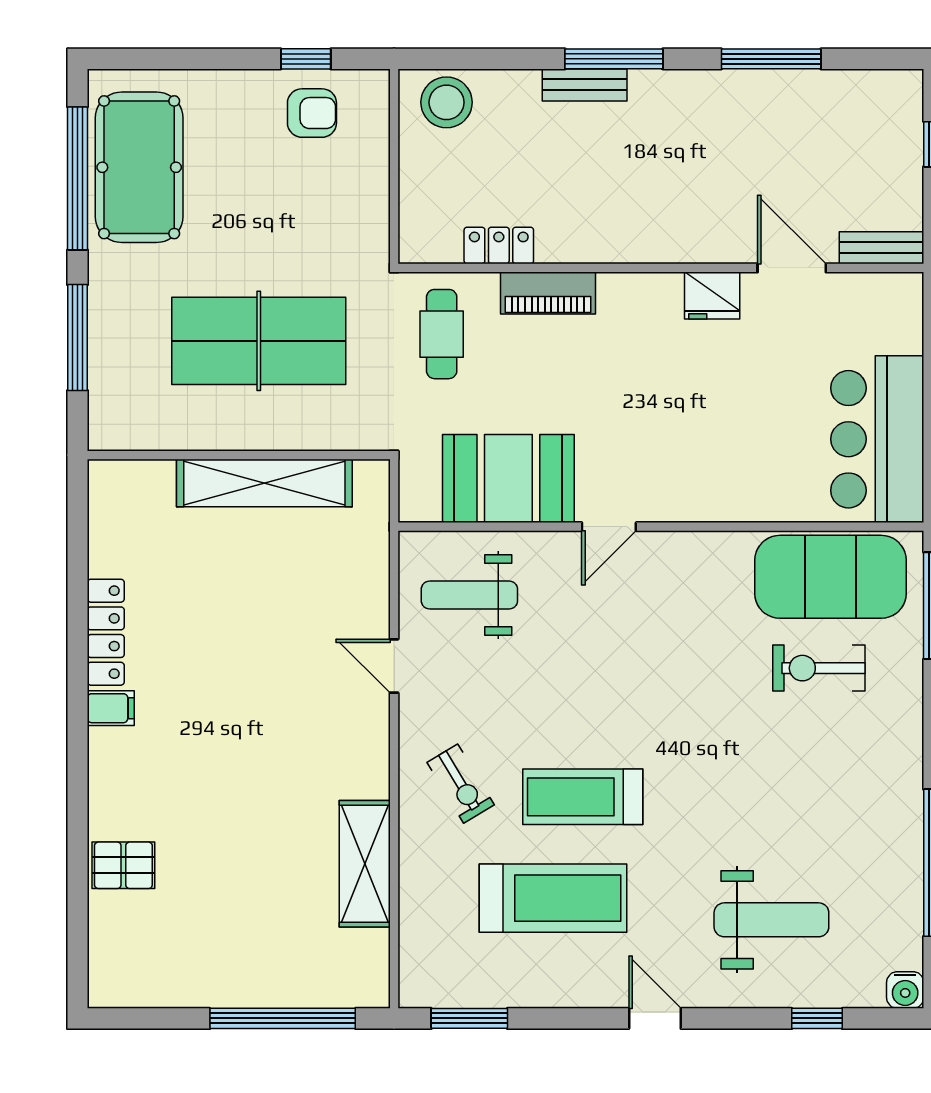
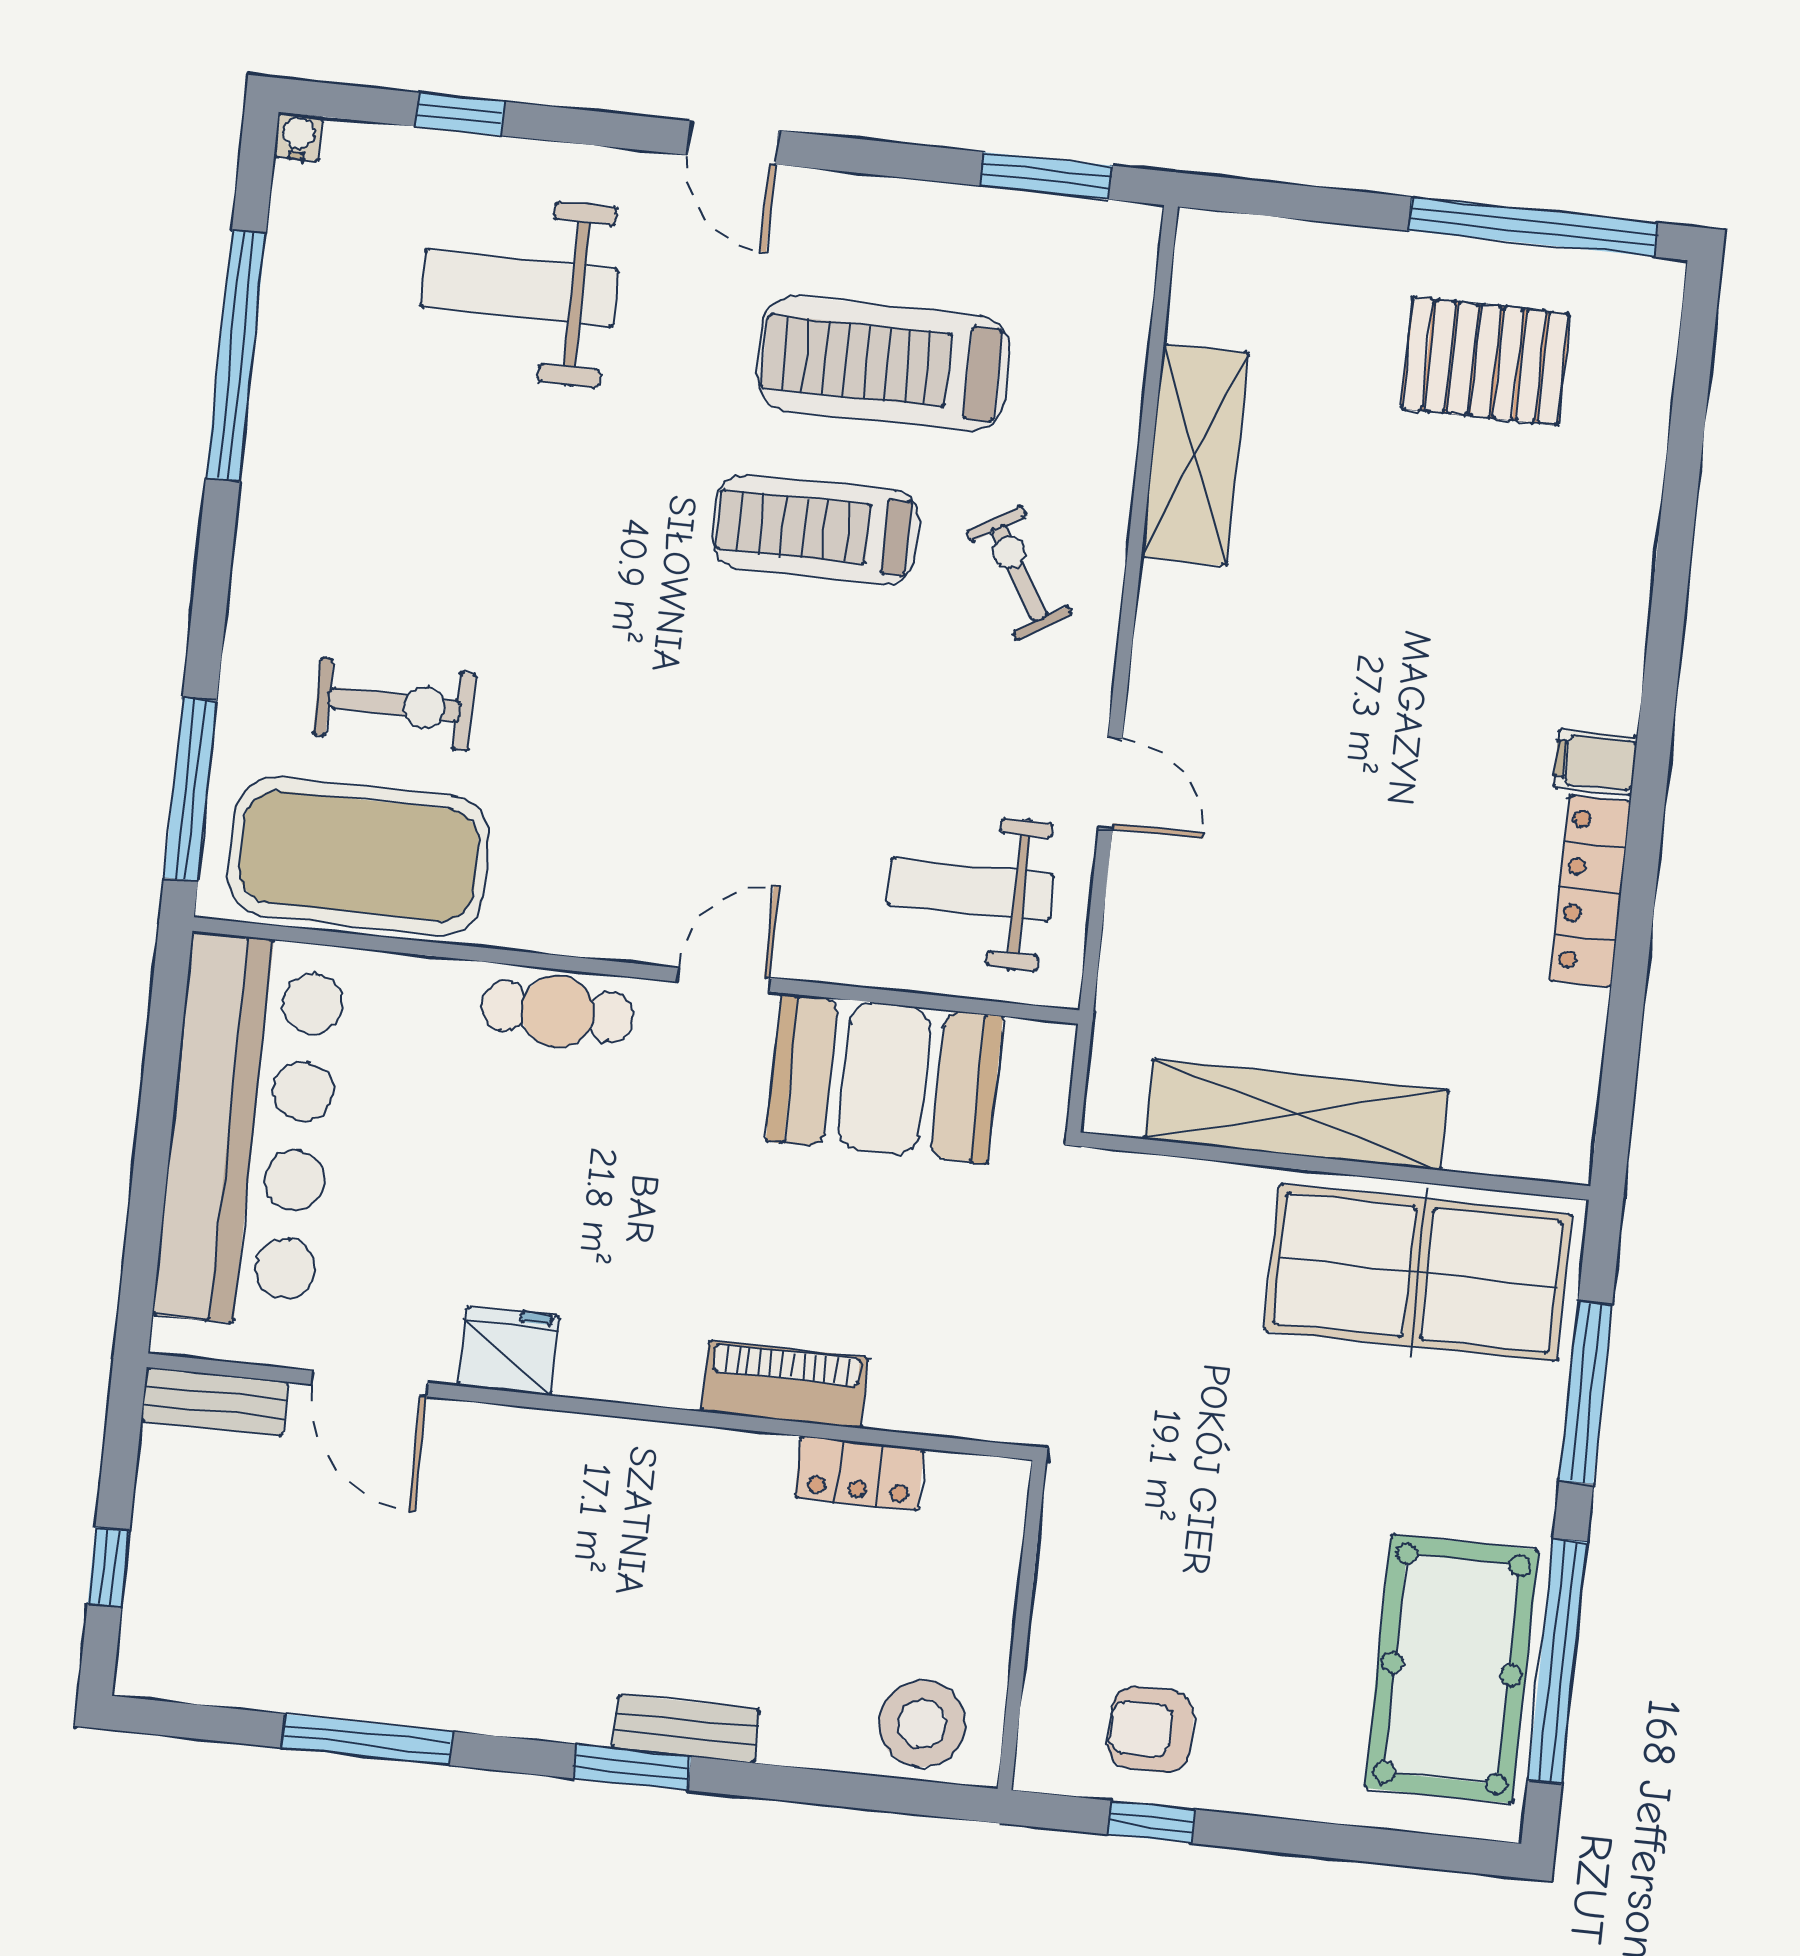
window: (614, 59) -> (632, 1767), width x0.69
cafe table: (442, 334) -> (558, 1012), moved, turned 90
table tennis table: (259, 341) -> (1418, 1273), moved
bar counter: (877, 439) -> (250, 1131), width x1.36
weight bench: (469, 595) -> (971, 889), turned 180
treadmill: (583, 797) -> (816, 529), turned 180
pallet: (123, 865) -> (1486, 361), moved, width x1.50, depth x1.42
water cooler: (905, 990) -> (299, 137), width x0.72, depth x0.72
window: (283, 1018) -> (1533, 227), moved

